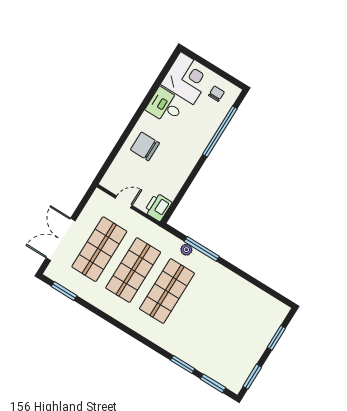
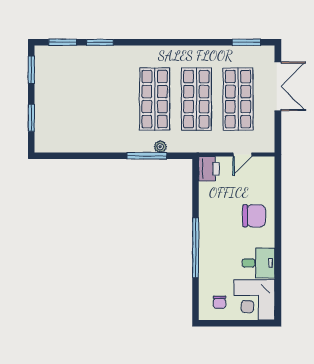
window: (220, 132) -> (196, 248), moved

